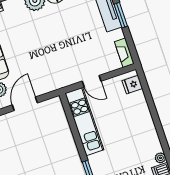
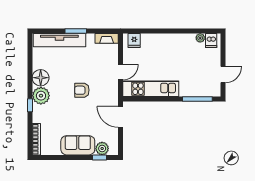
armchair: (56, 45) -> (82, 90), added
door: (25, 104) -> (121, 117), moved

